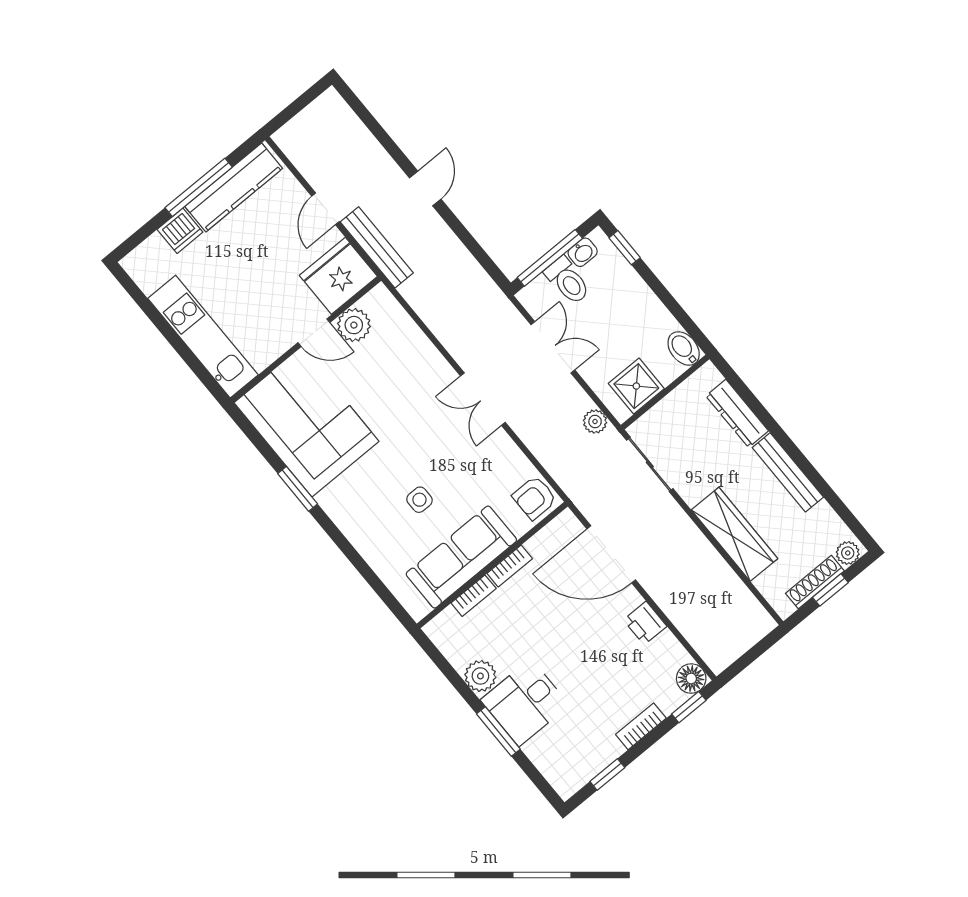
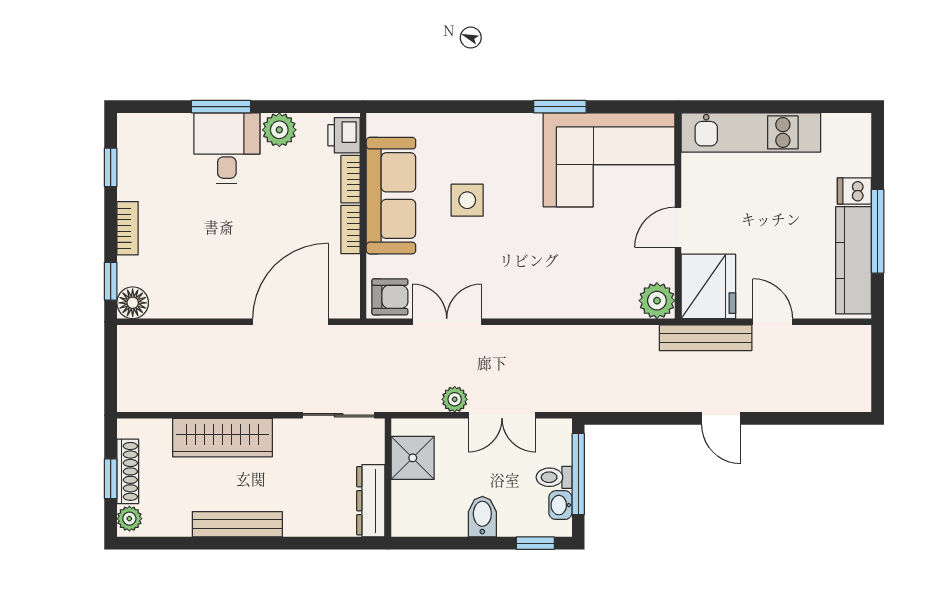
dishwasher: (180, 231) -> (854, 191), width x0.73
toilet: (568, 281) -> (554, 477), width x0.73, depth x0.72
plant: (354, 325) -> (657, 301), moved
bidet: (684, 348) -> (482, 517), moved, turned -90
double door: (483, 399) -> (447, 322), moved
dresser: (737, 413) -> (371, 501), moved, turned -90
plant: (595, 422) -> (455, 399), moved
armchair: (535, 498) -> (390, 297), turned 90
side table: (419, 500) -> (467, 200), width x1.37, depth x1.37
printer: (645, 623) -> (344, 135), moved, turned -90

